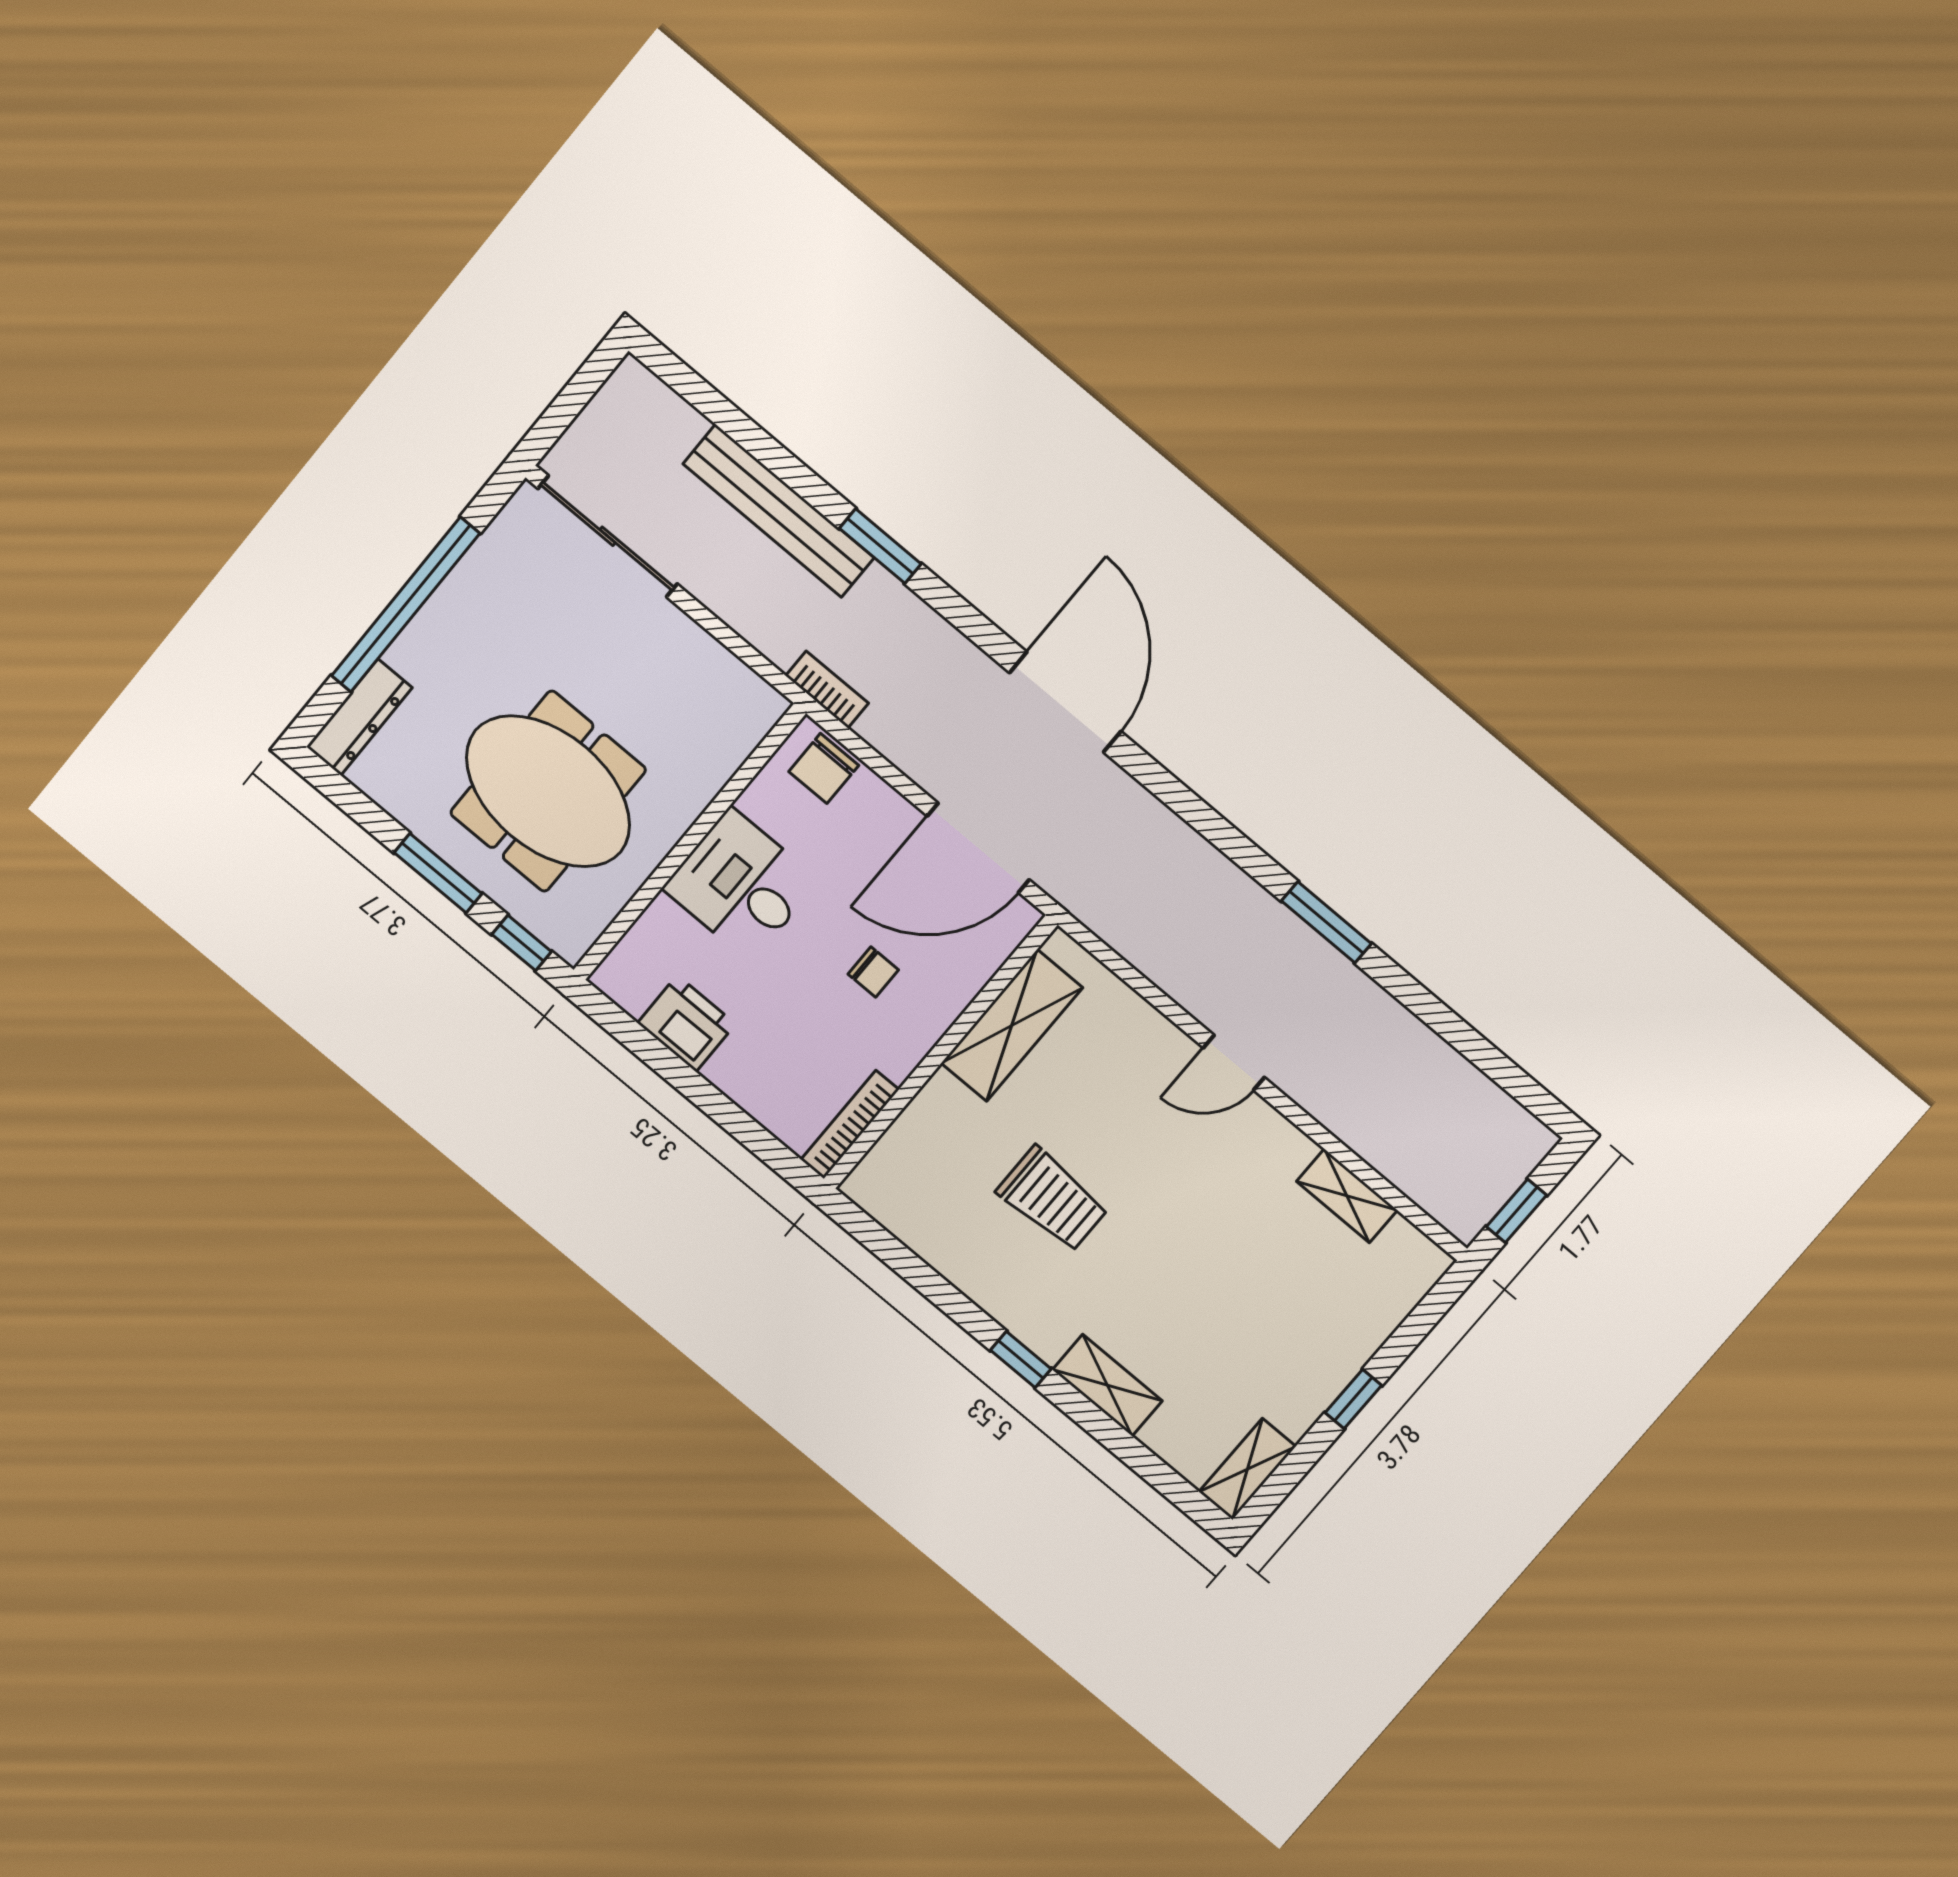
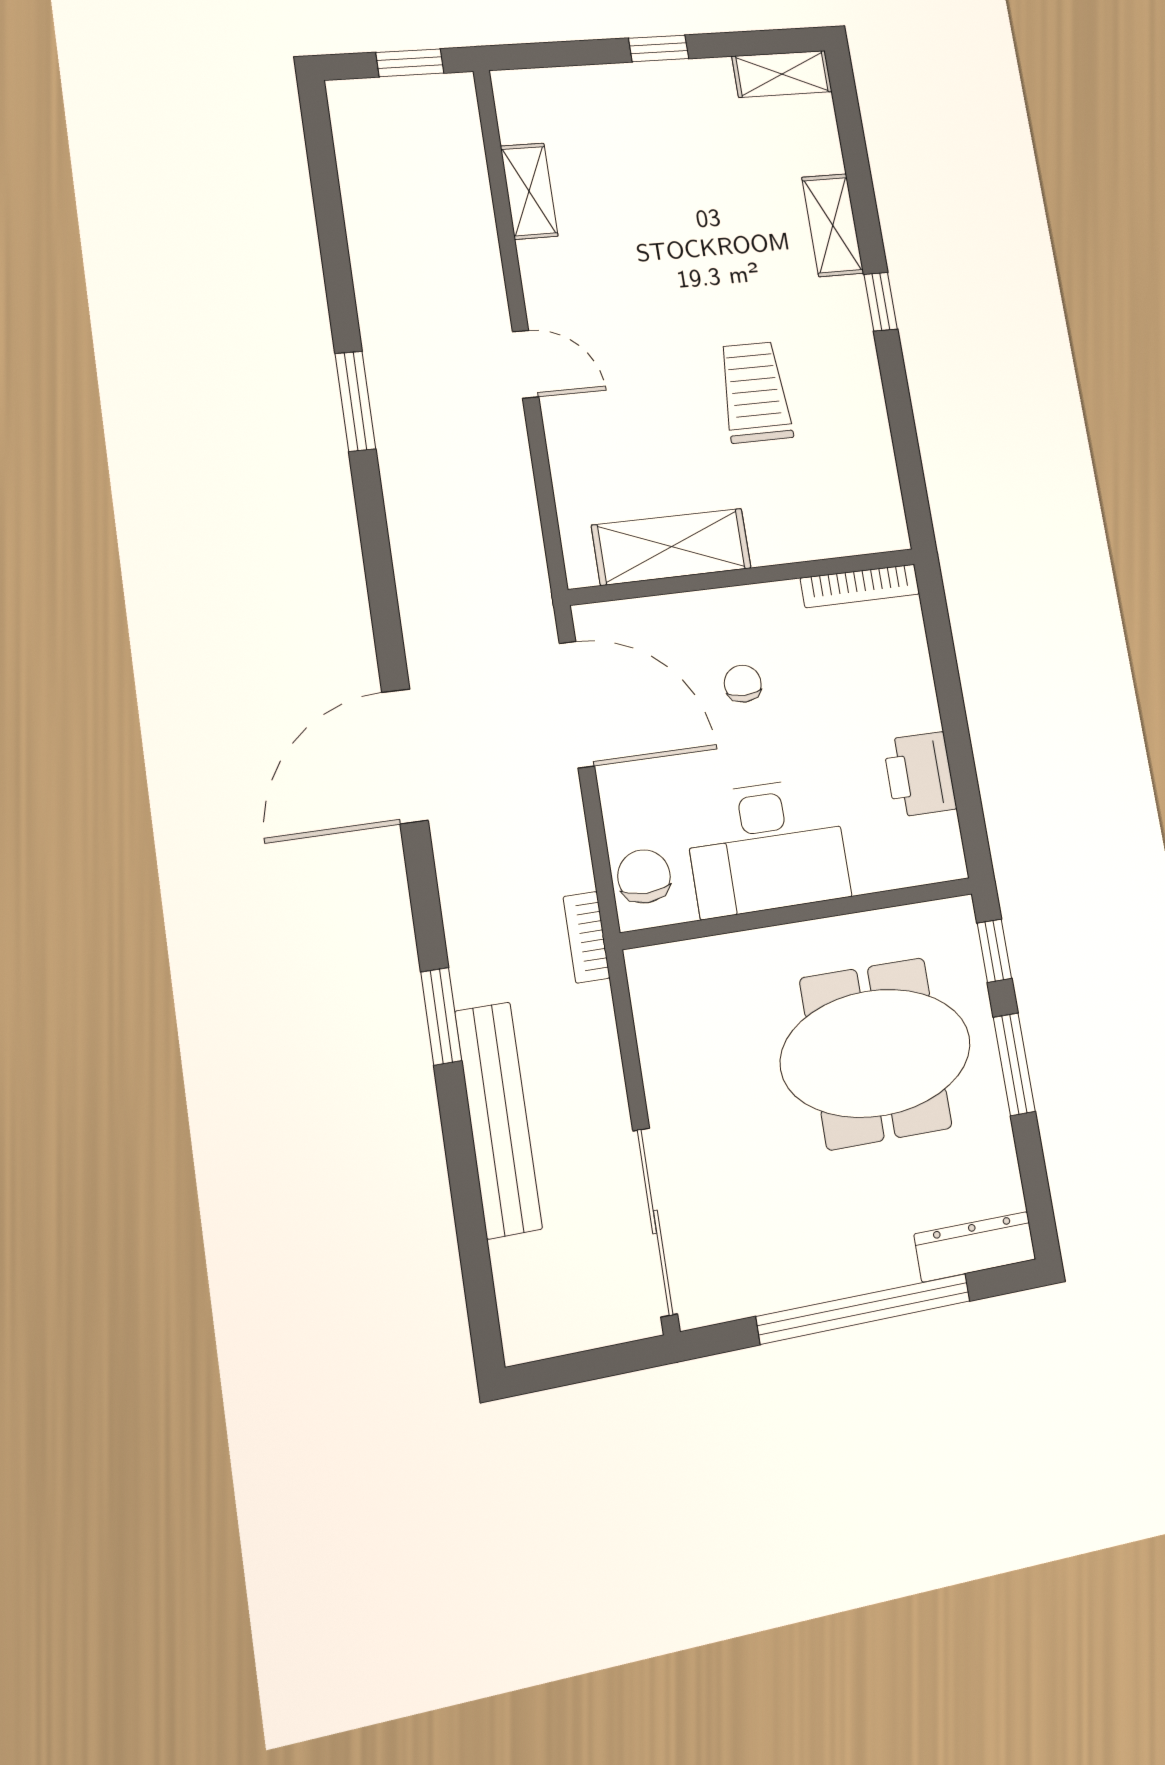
chair: (824, 769) -> (644, 876), turned -90
meeting table: (548, 791) -> (876, 1053), turned 90
desk: (741, 884) -> (767, 847), width x1.37

